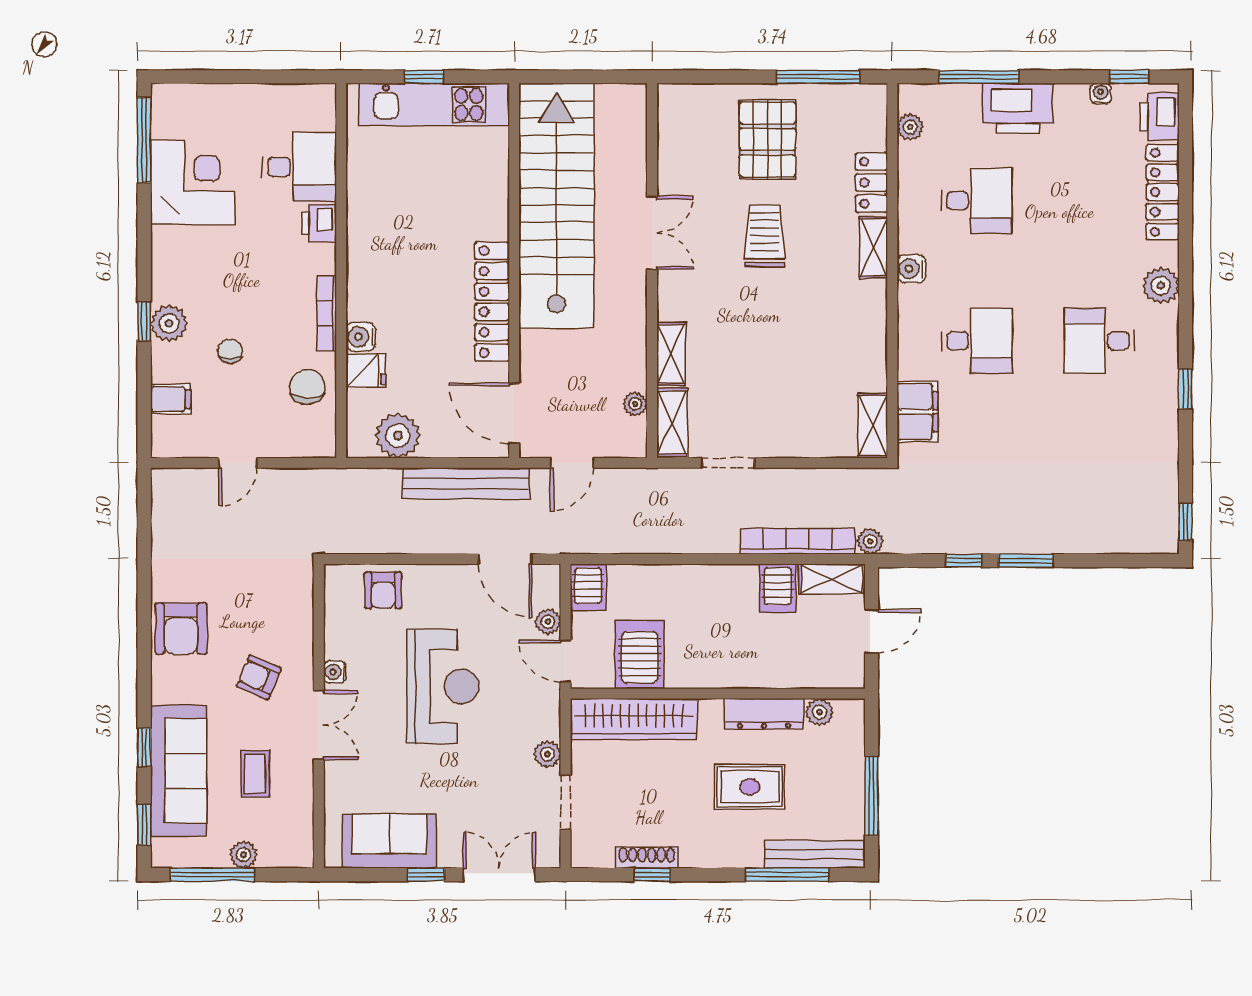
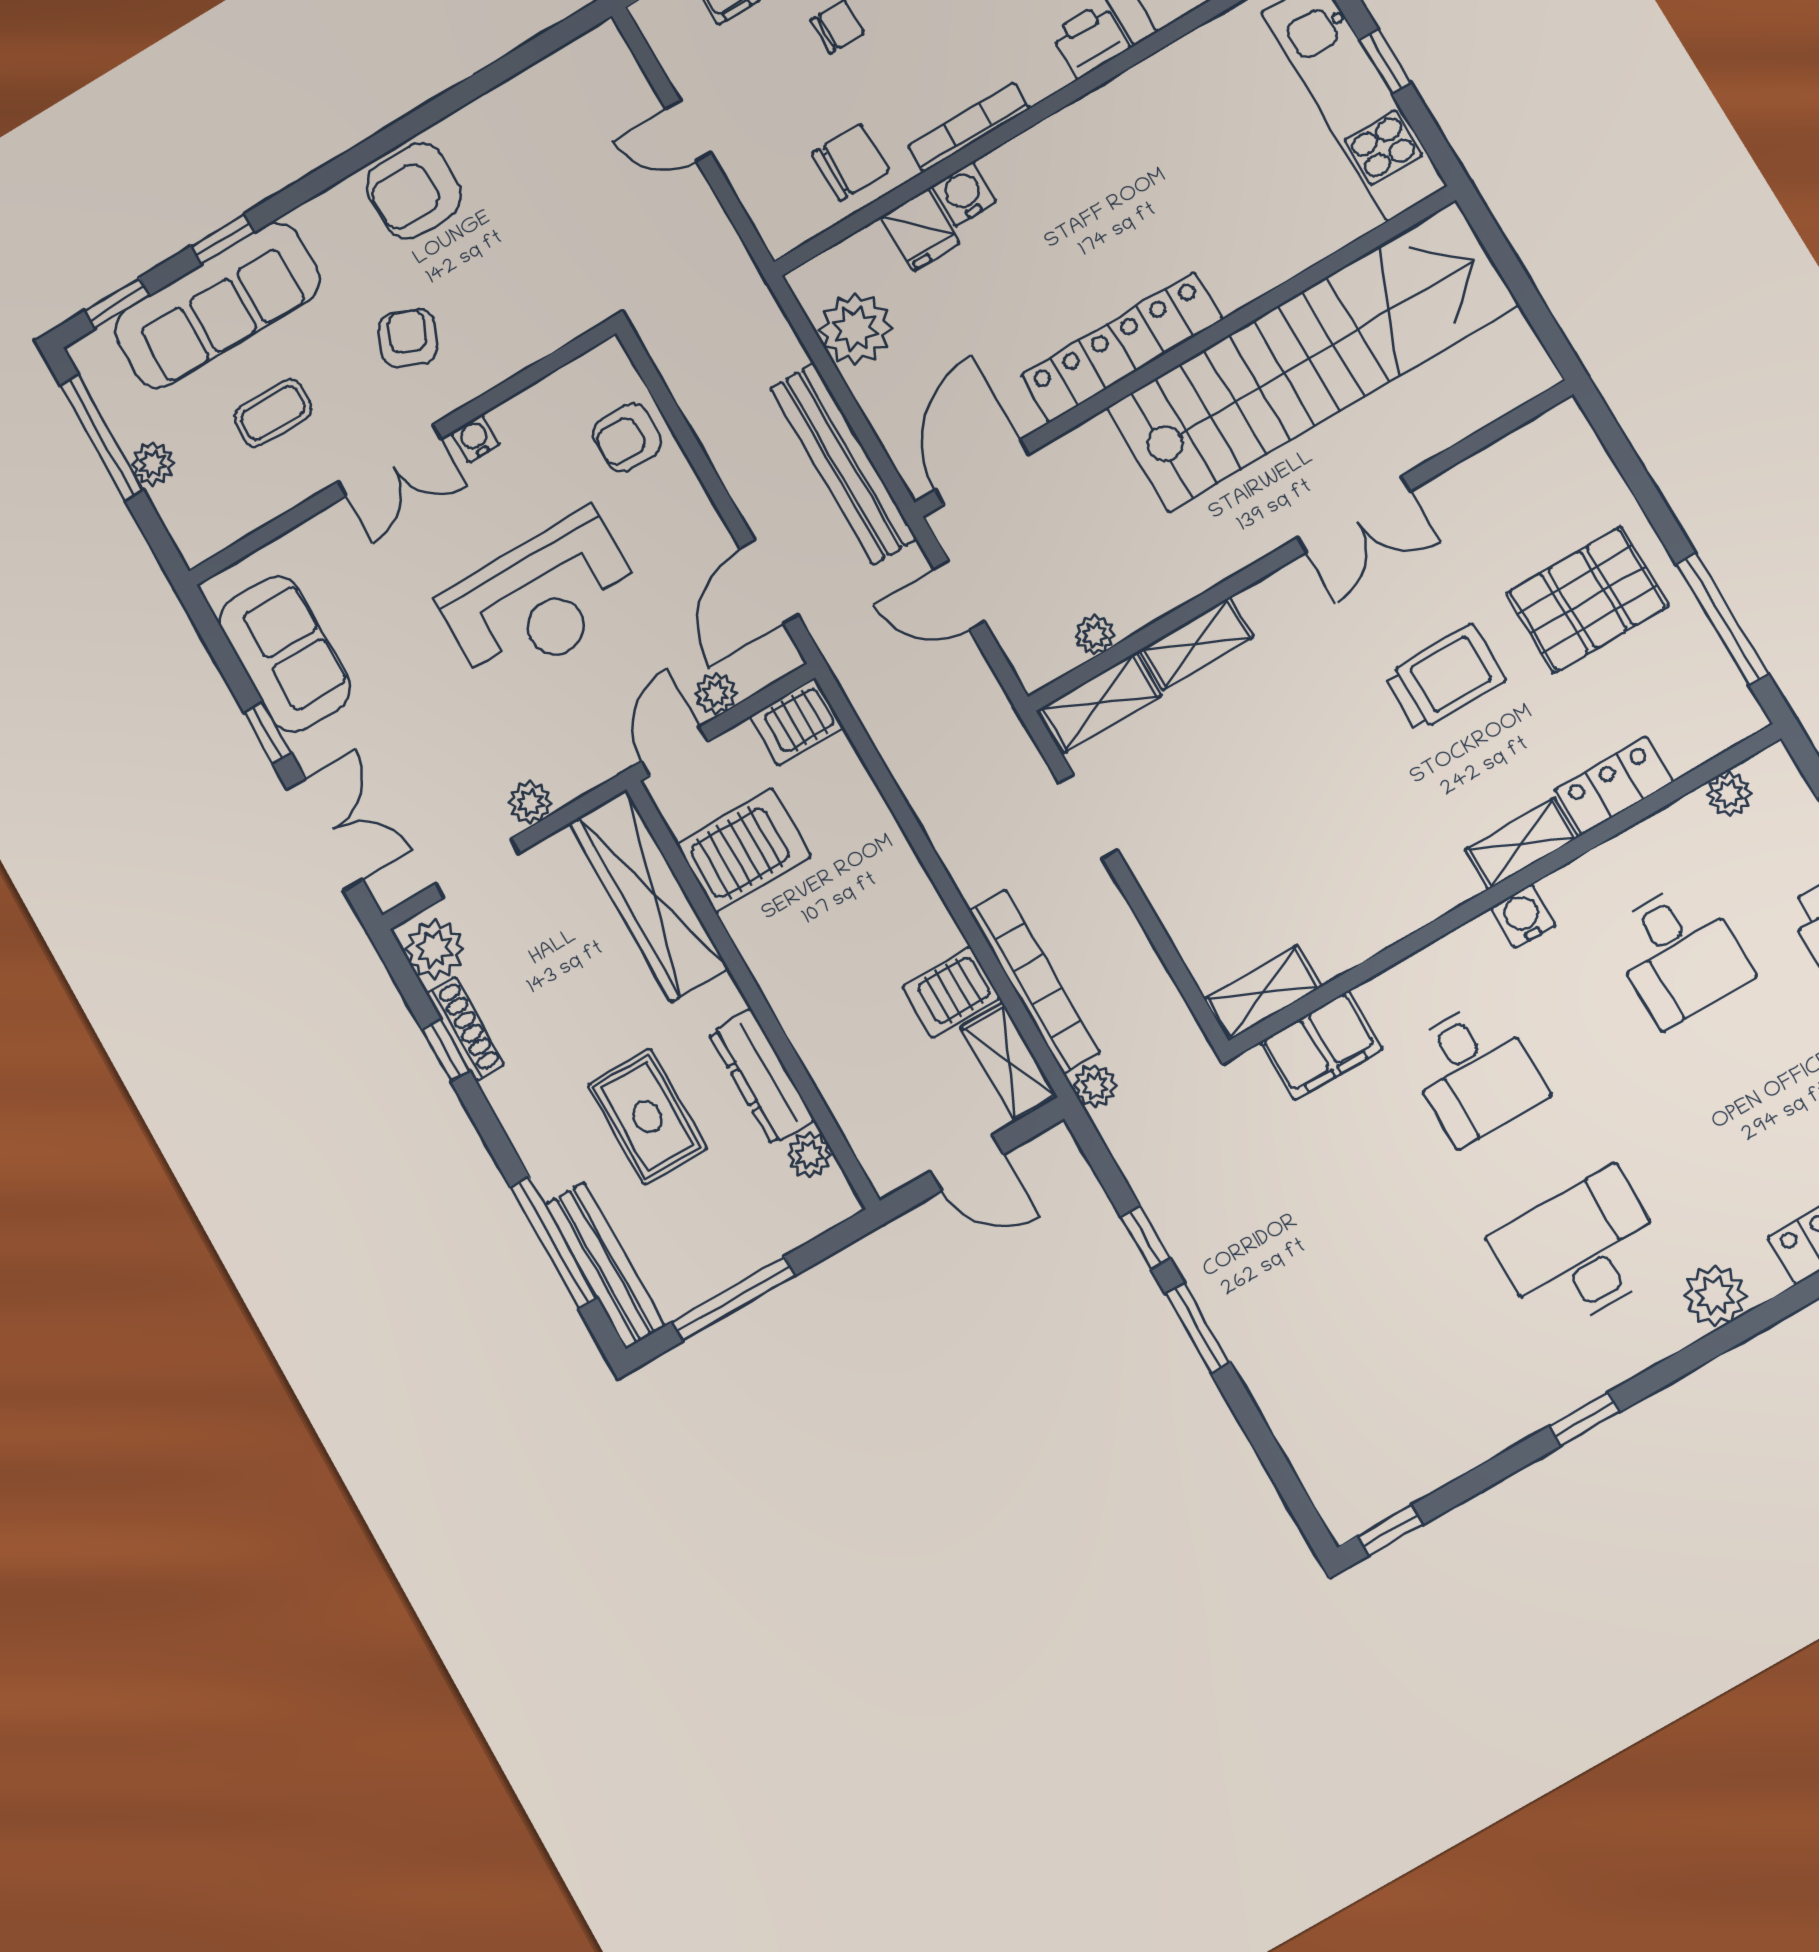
desk: (1099, 341) -> (1580, 1252), width x1.37
plant: (595, 850) -> (435, 949), added

